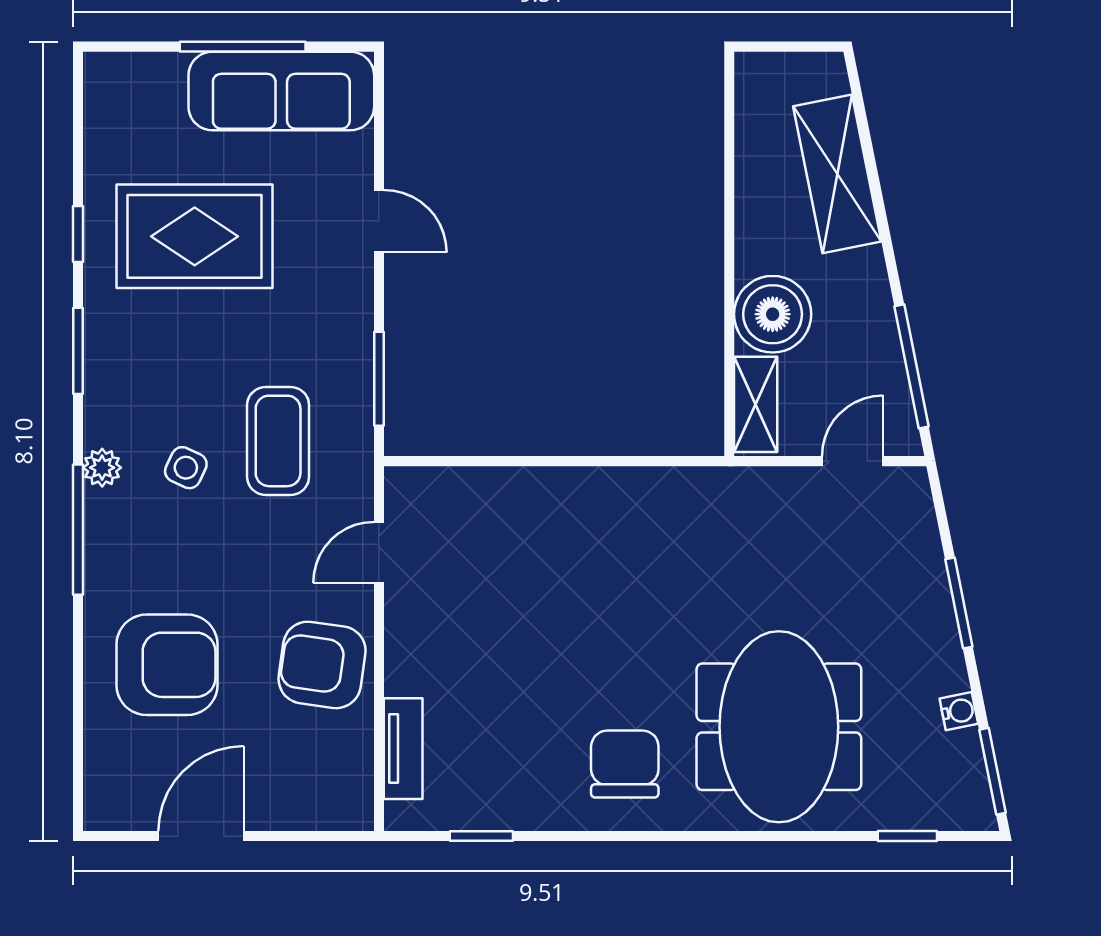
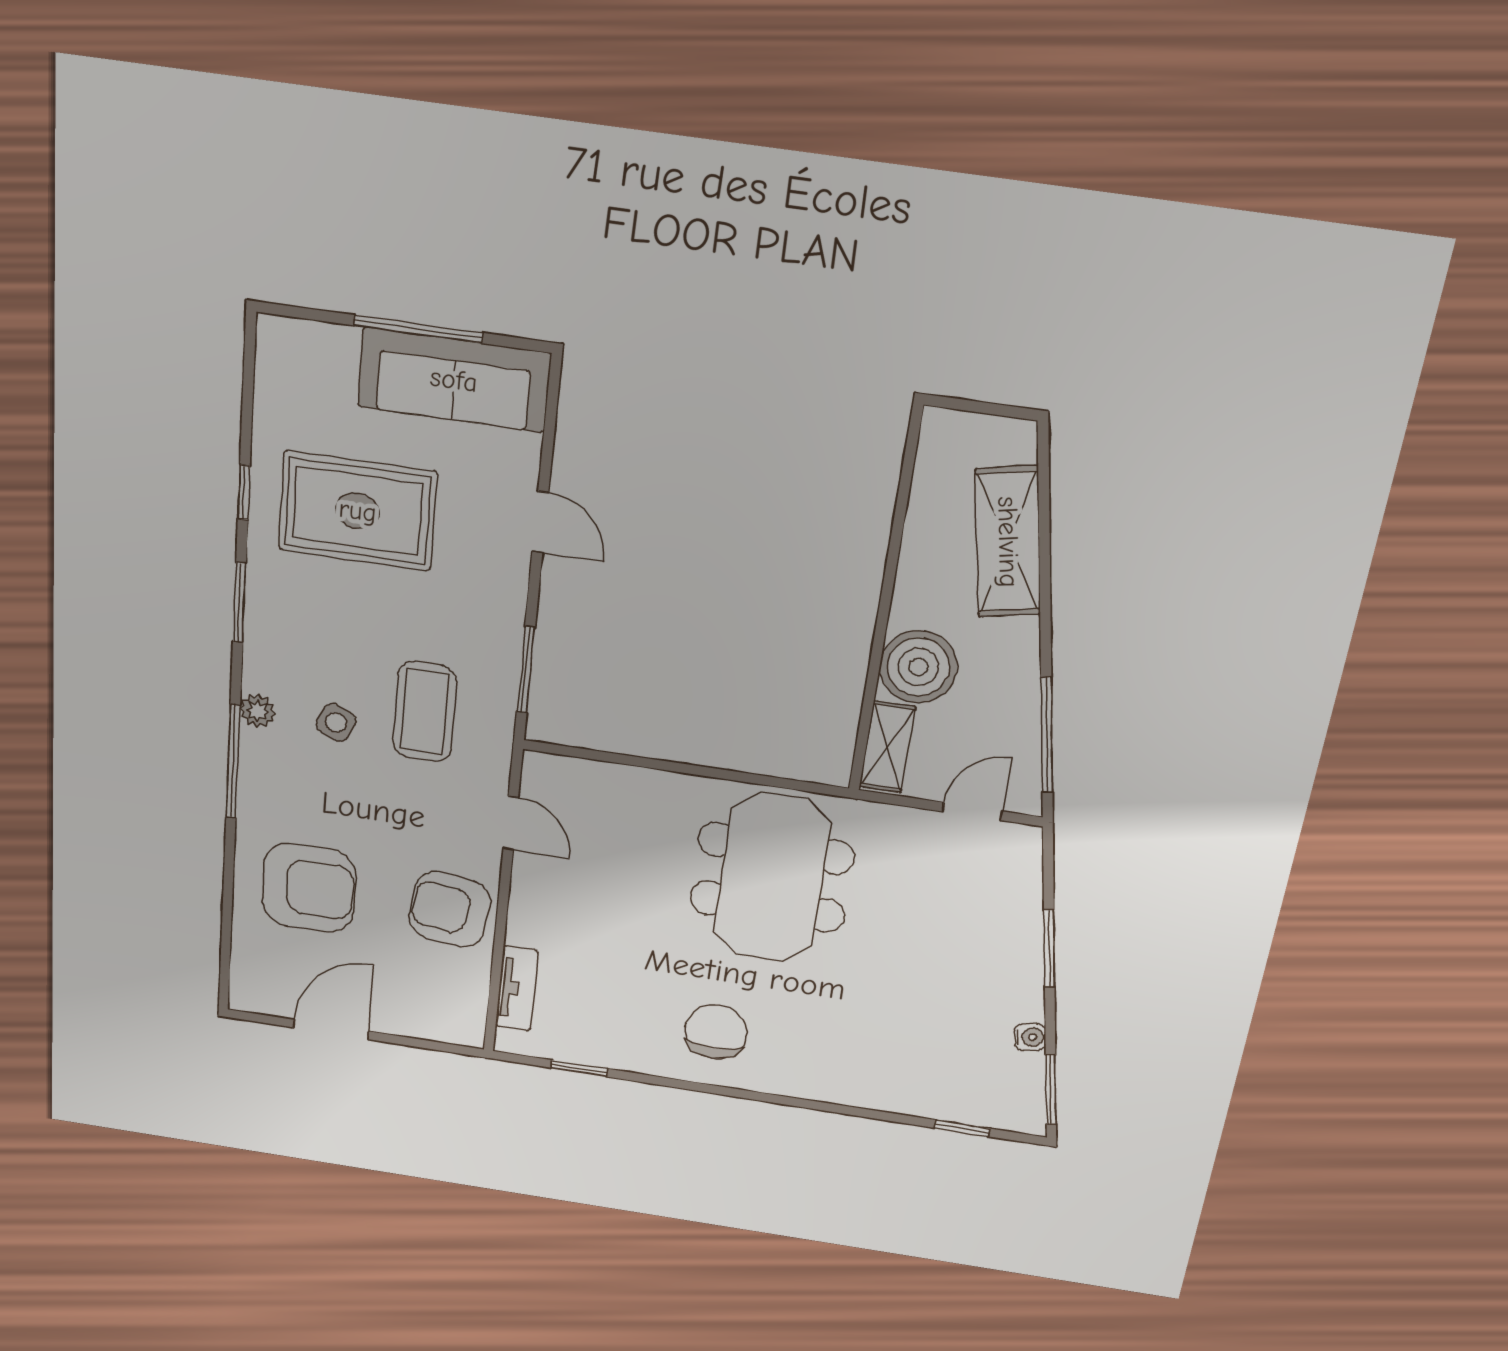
door: (379, 552) -> (511, 823), swing flipped
meeting table: (779, 727) -> (772, 878), moved

